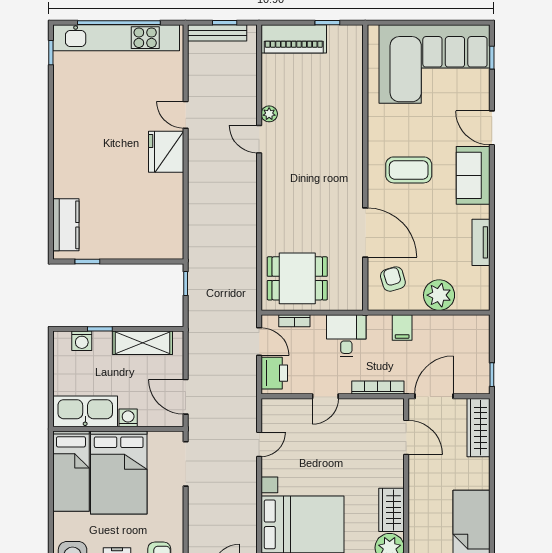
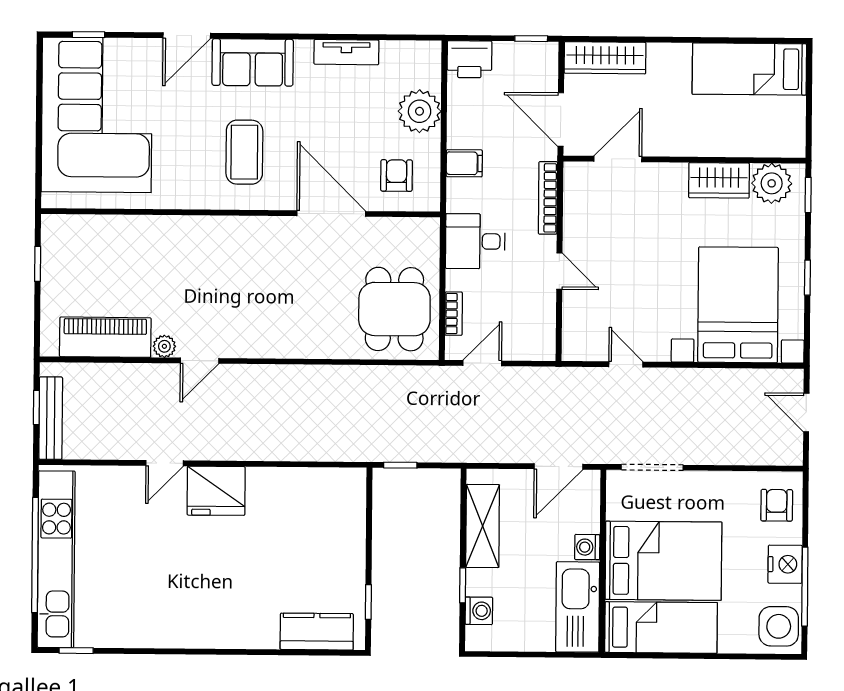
piano: (294, 39) -> (105, 337), moved, turned -90
door: (365, 233) -> (331, 214), hinge flipped
armchair: (393, 279) -> (397, 175), turned 106
printer: (274, 373) -> (469, 59), moved, turned 180

